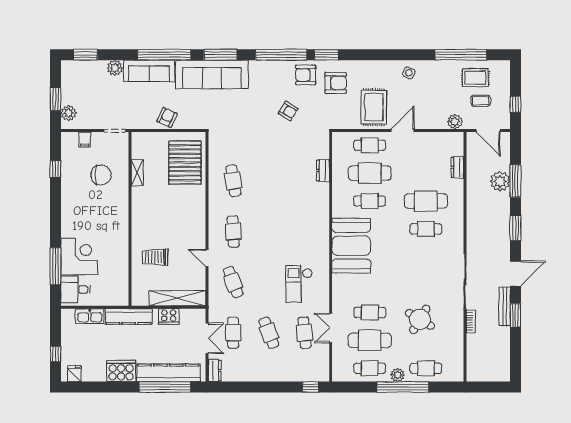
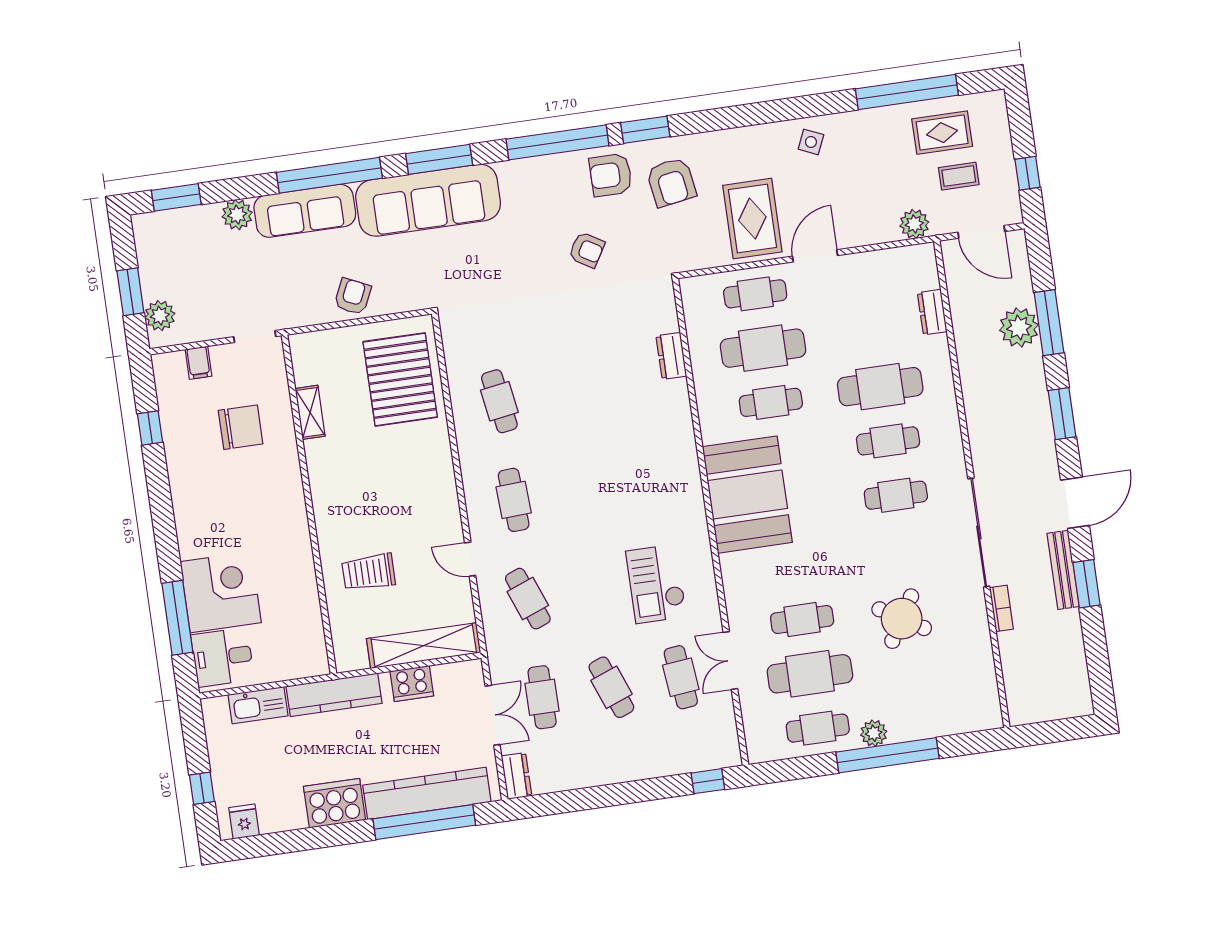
armchair: (336, 83) -> (671, 182), turned 81
cafe table: (426, 368) -> (896, 495), moved

